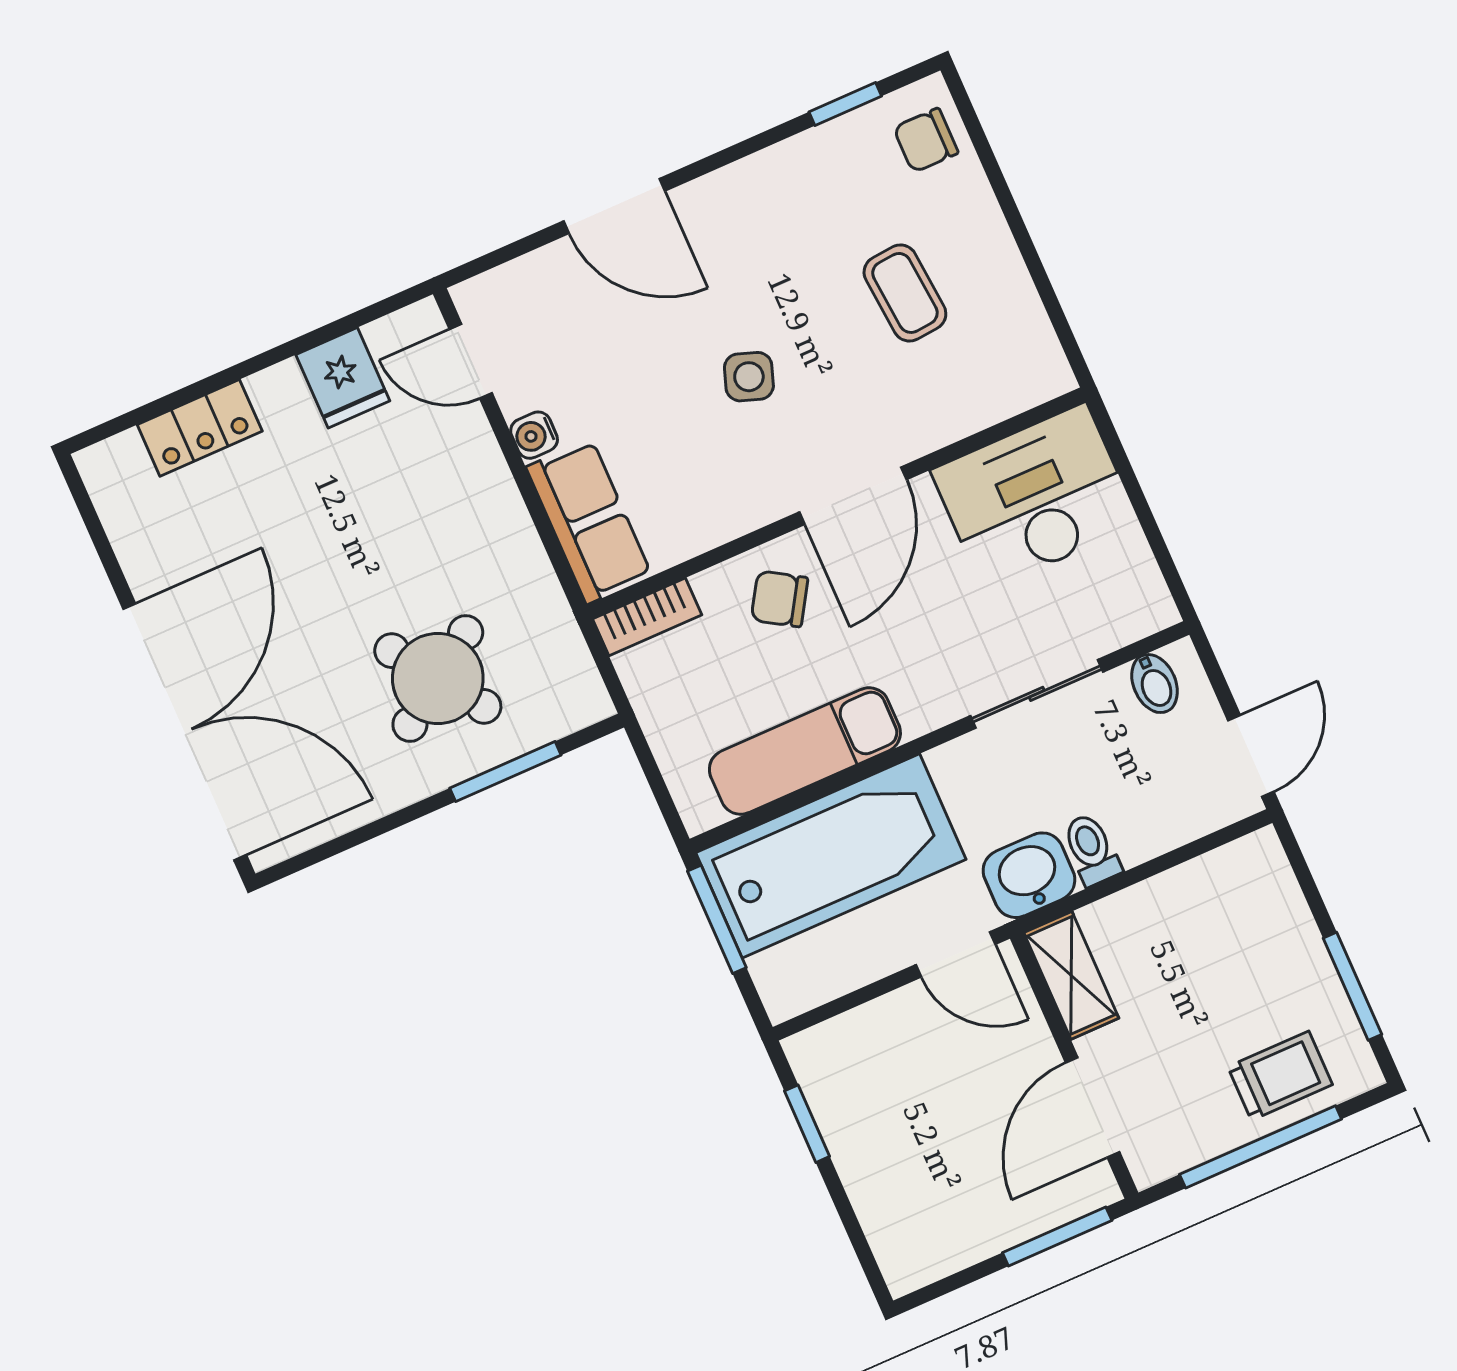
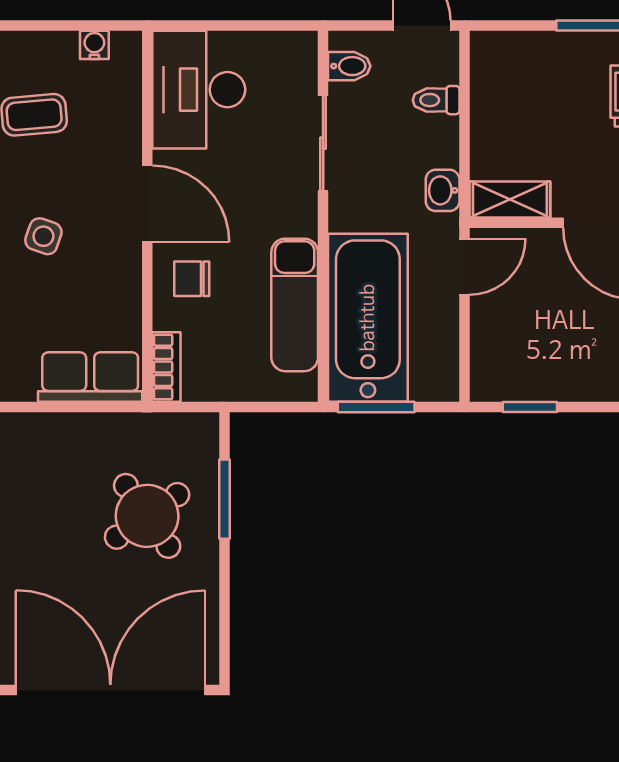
water cooler: (534, 435) -> (94, 45), moved, turned 180
chair: (779, 599) -> (192, 279), turned 58
toilet: (1091, 849) -> (436, 100), moved
washbasin: (1029, 875) -> (443, 190), width x0.72, depth x0.69

